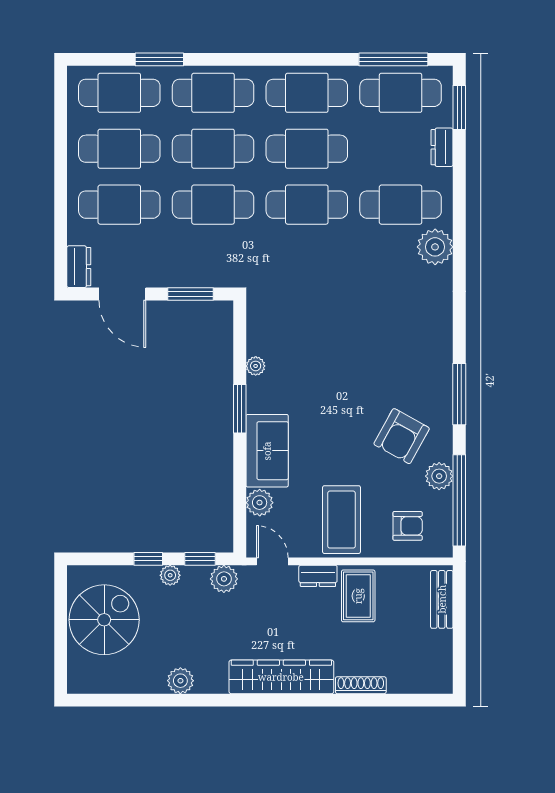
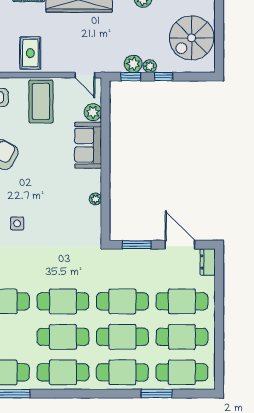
side table: (379, 327) -> (17, 223), added
window: (240, 409) -> (105, 172), removed
dresser: (318, 576) -> (56, 66), removed
plant: (224, 579) -> (133, 64), moved

